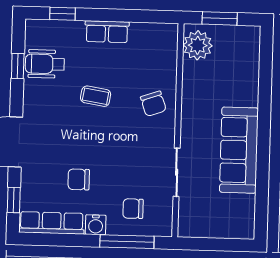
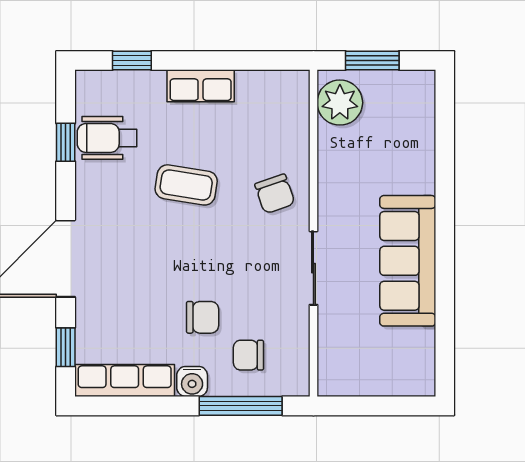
coffee table: (96, 96) -> (186, 185), width x1.36, depth x1.30
sliding door: (177, 172) -> (313, 268), moved
chair: (79, 179) -> (203, 317), moved, turned 180

